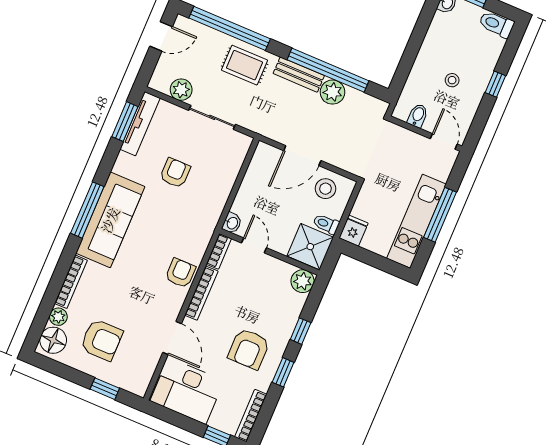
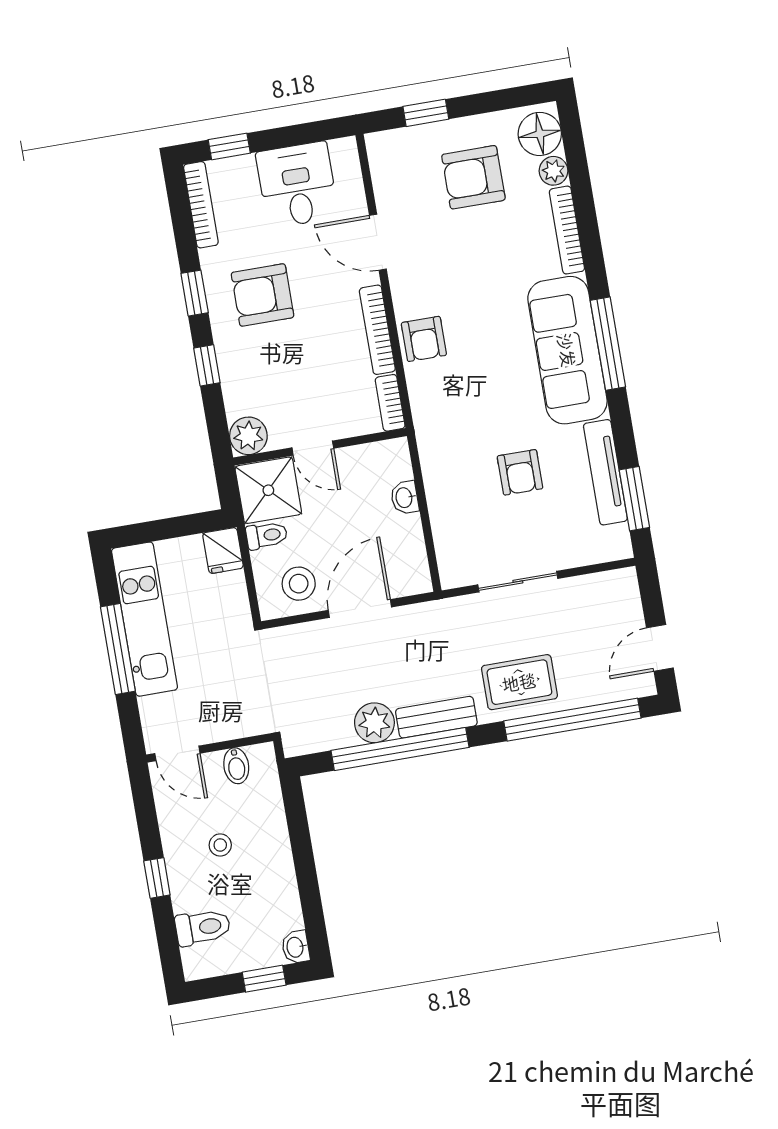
toilet: (496, 24) -> (203, 927), moved
plant: (181, 90) -> (585, 592), removed
tv unit: (140, 124) -> (605, 472), moved
washbasin: (232, 223) -> (405, 498), moved
door: (254, 245) -> (313, 448), moved
armchair: (249, 349) -> (263, 295), turned -90
desk: (187, 391) -> (297, 185), width x0.73

